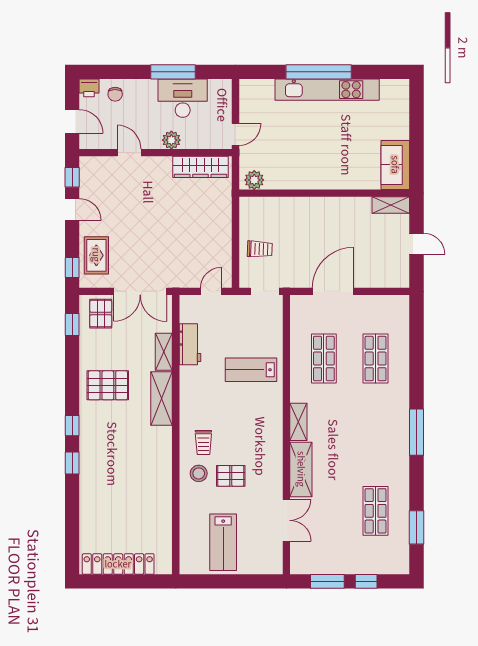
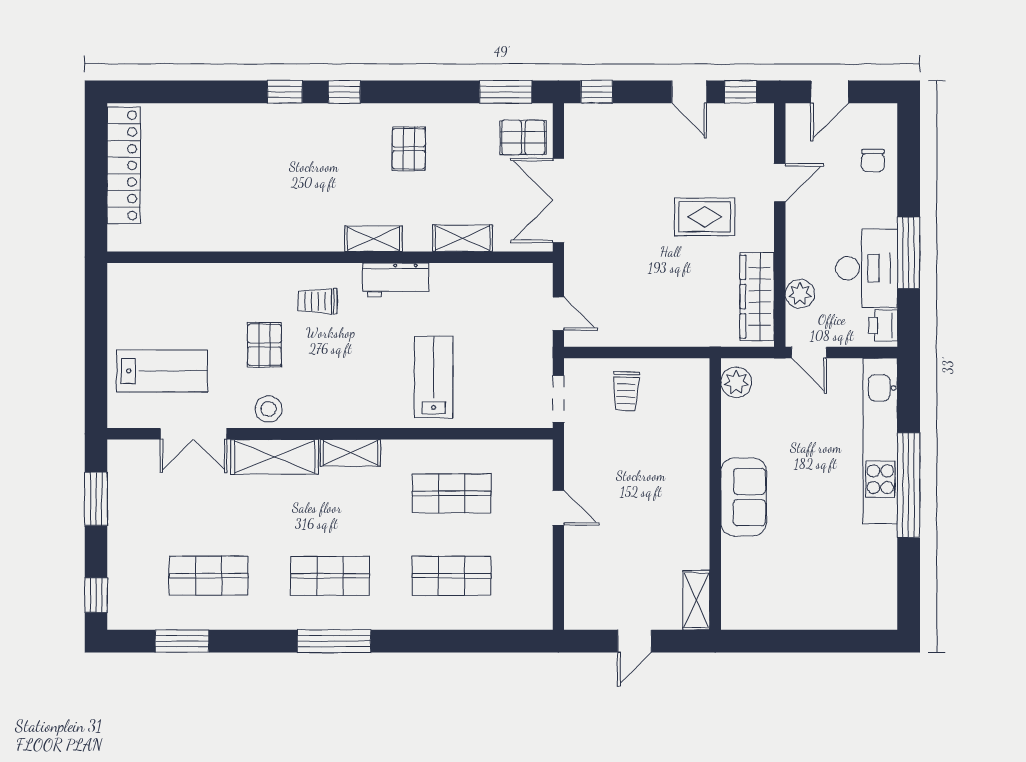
printer: (89, 88) -> (883, 325), moved
kitchen unit: (327, 90) -> (880, 441), moved
chair: (115, 94) -> (873, 160), turned -90
plant: (171, 140) -> (800, 294), moved
sofa: (395, 165) -> (744, 497), moved, turned 90
door: (72, 209) -> (689, 92), hinge flipped
rug: (96, 255) -> (705, 217), moved
door: (333, 291) -> (558, 508), width x0.53
window: (72, 324) -> (506, 92), width x1.50
workbench: (190, 344) -> (396, 280), moved
pallet: (108, 385) -> (409, 149), width x0.67, depth x0.71
shelving: (162, 398) -> (373, 239), width x0.67, depth x0.75
shop shelf: (376, 435) -> (330, 576), added
stool: (199, 473) -> (269, 409), moved
lab bench: (223, 542) -> (162, 371), moved, turned 180
window: (366, 581) -> (96, 595), moved

